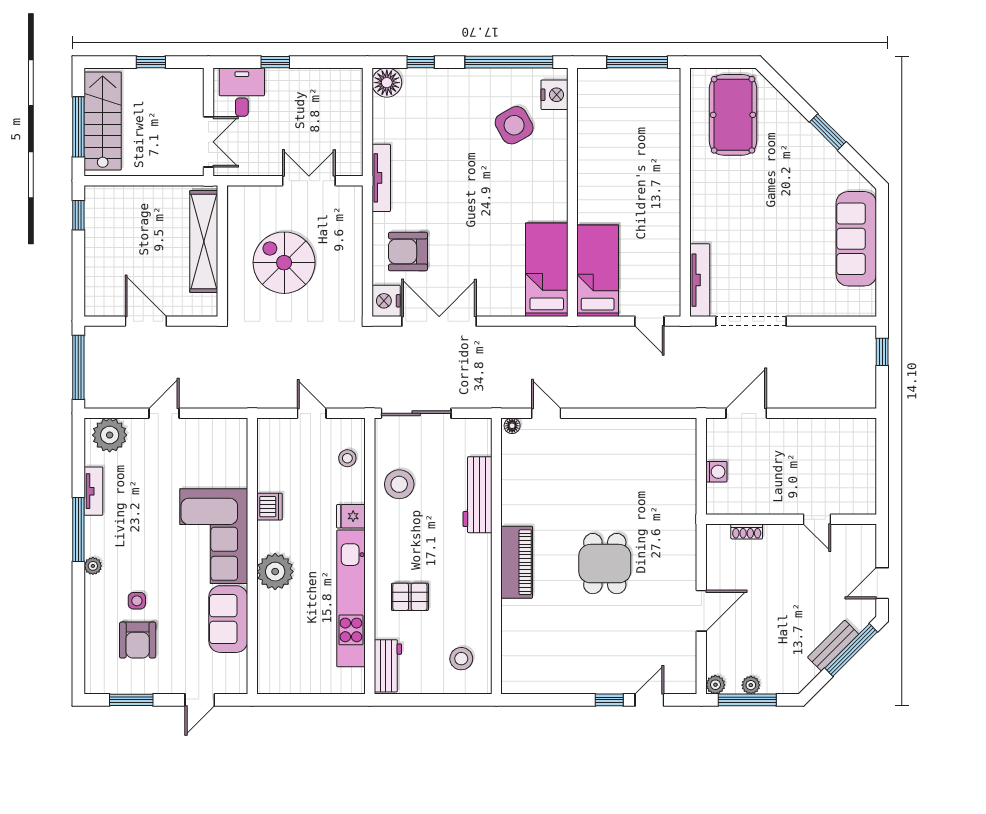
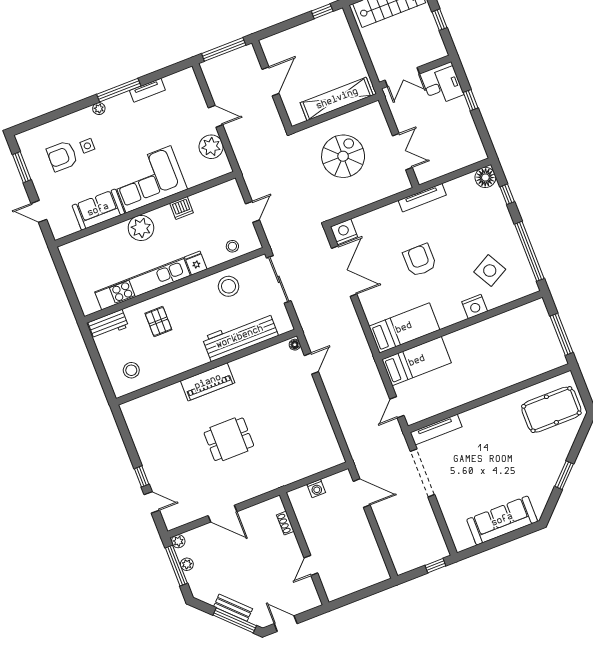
nightstand: (554, 95) -> (475, 306), moved
armchair: (408, 251) -> (420, 260), moved
plant: (110, 435) -> (211, 147), moved
workbench: (477, 495) -> (240, 337), width x1.36, depth x1.32

